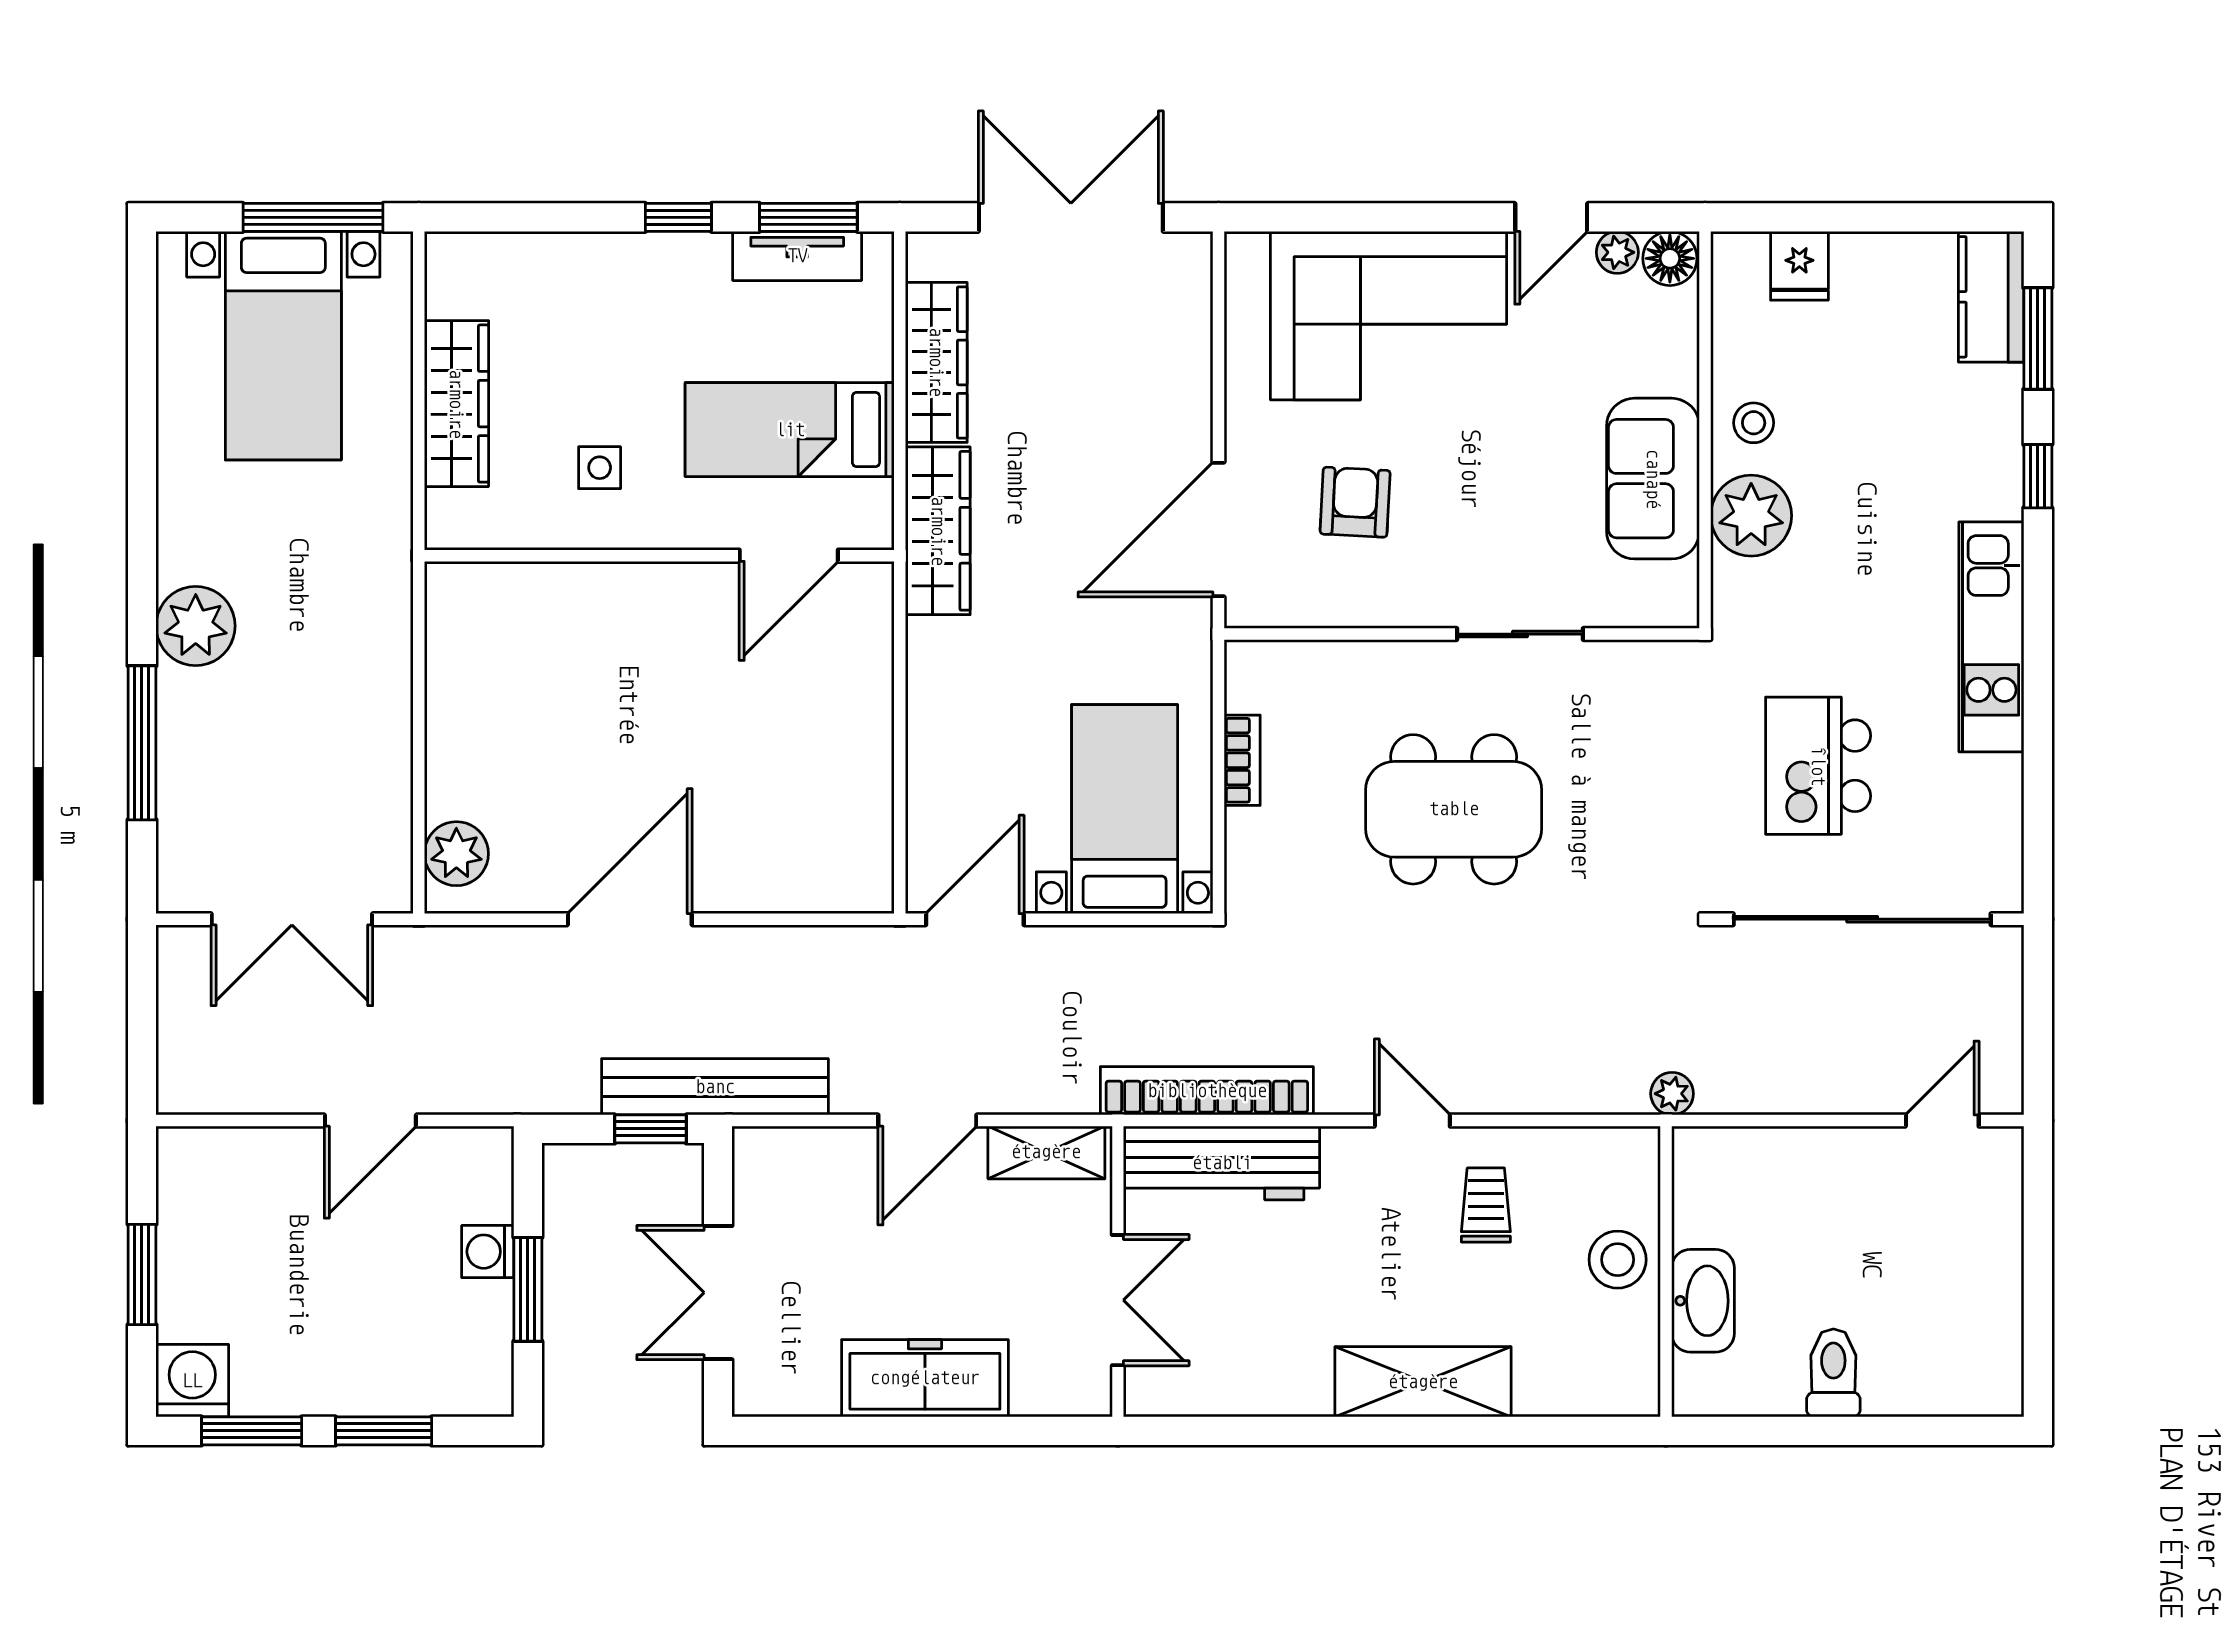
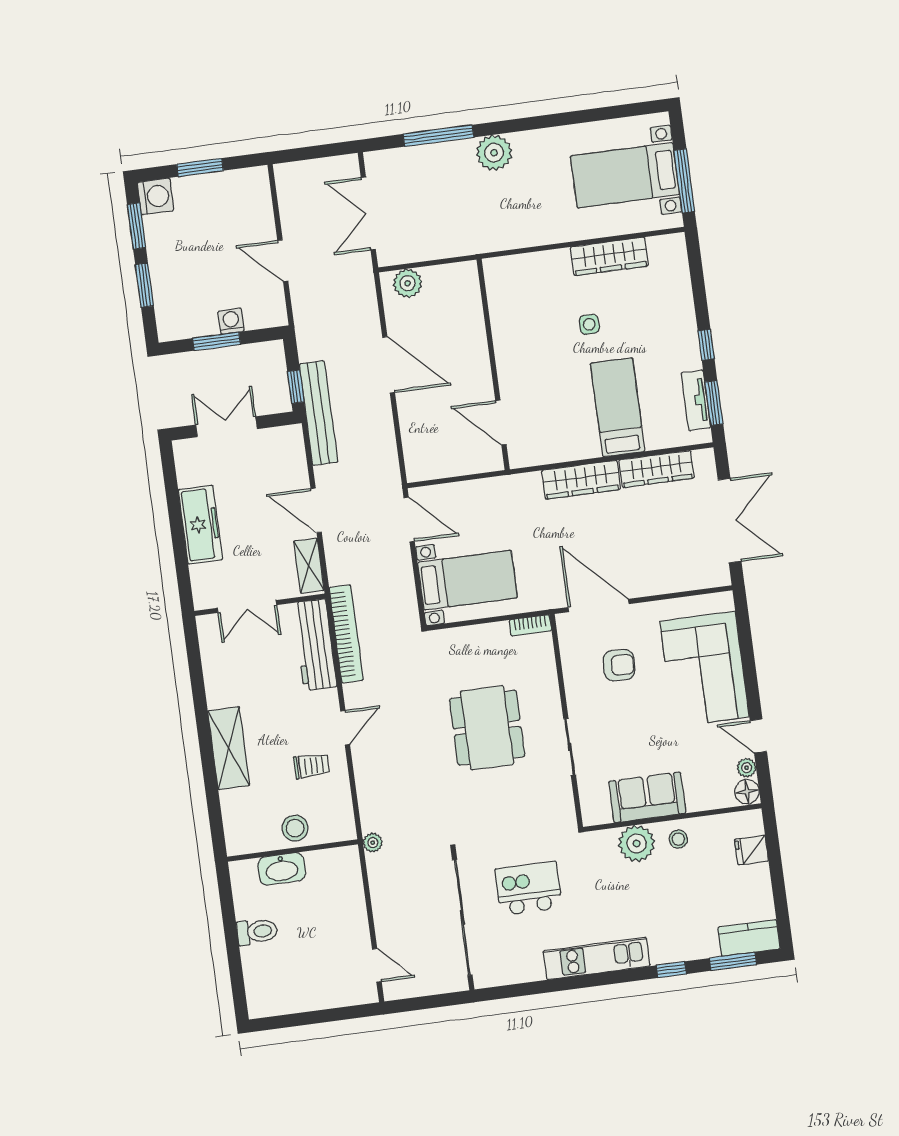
wall: (659, 556) -> (493, 364), moved
door: (789, 556) -> (501, 422), moved
bookcase: (1242, 760) -> (530, 625), moved

